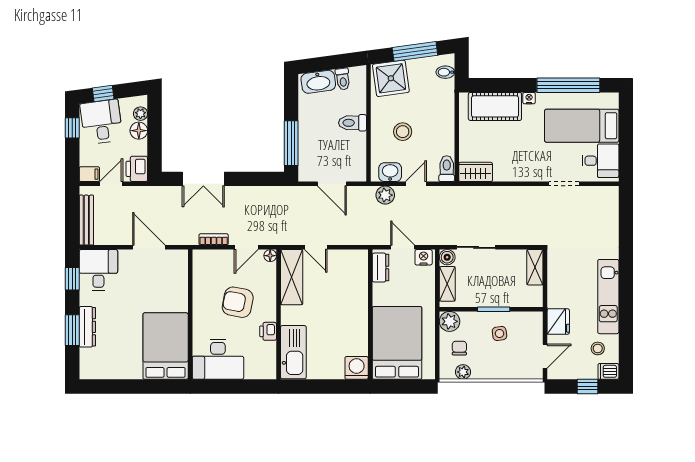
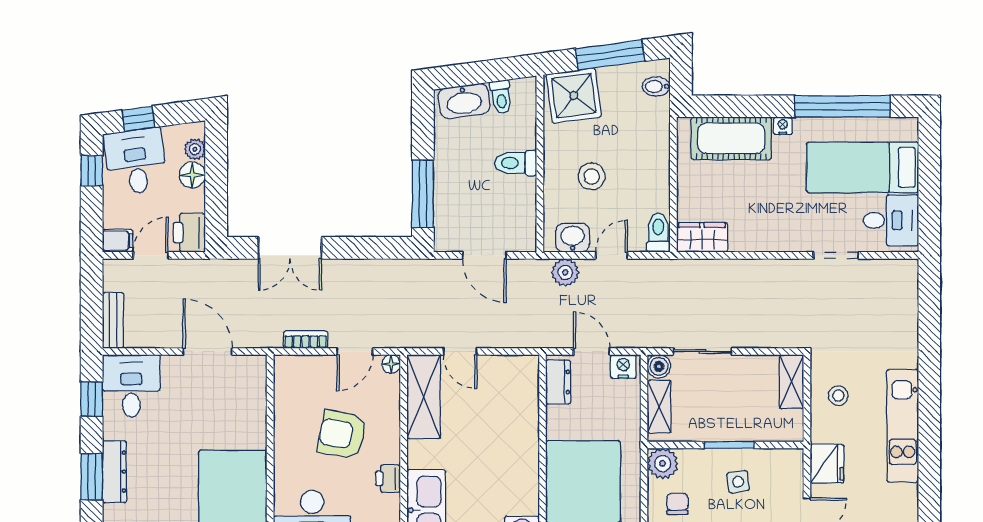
bench: (86, 220) -> (113, 320), width x0.73
stool: (598, 348) -> (838, 396), moved

